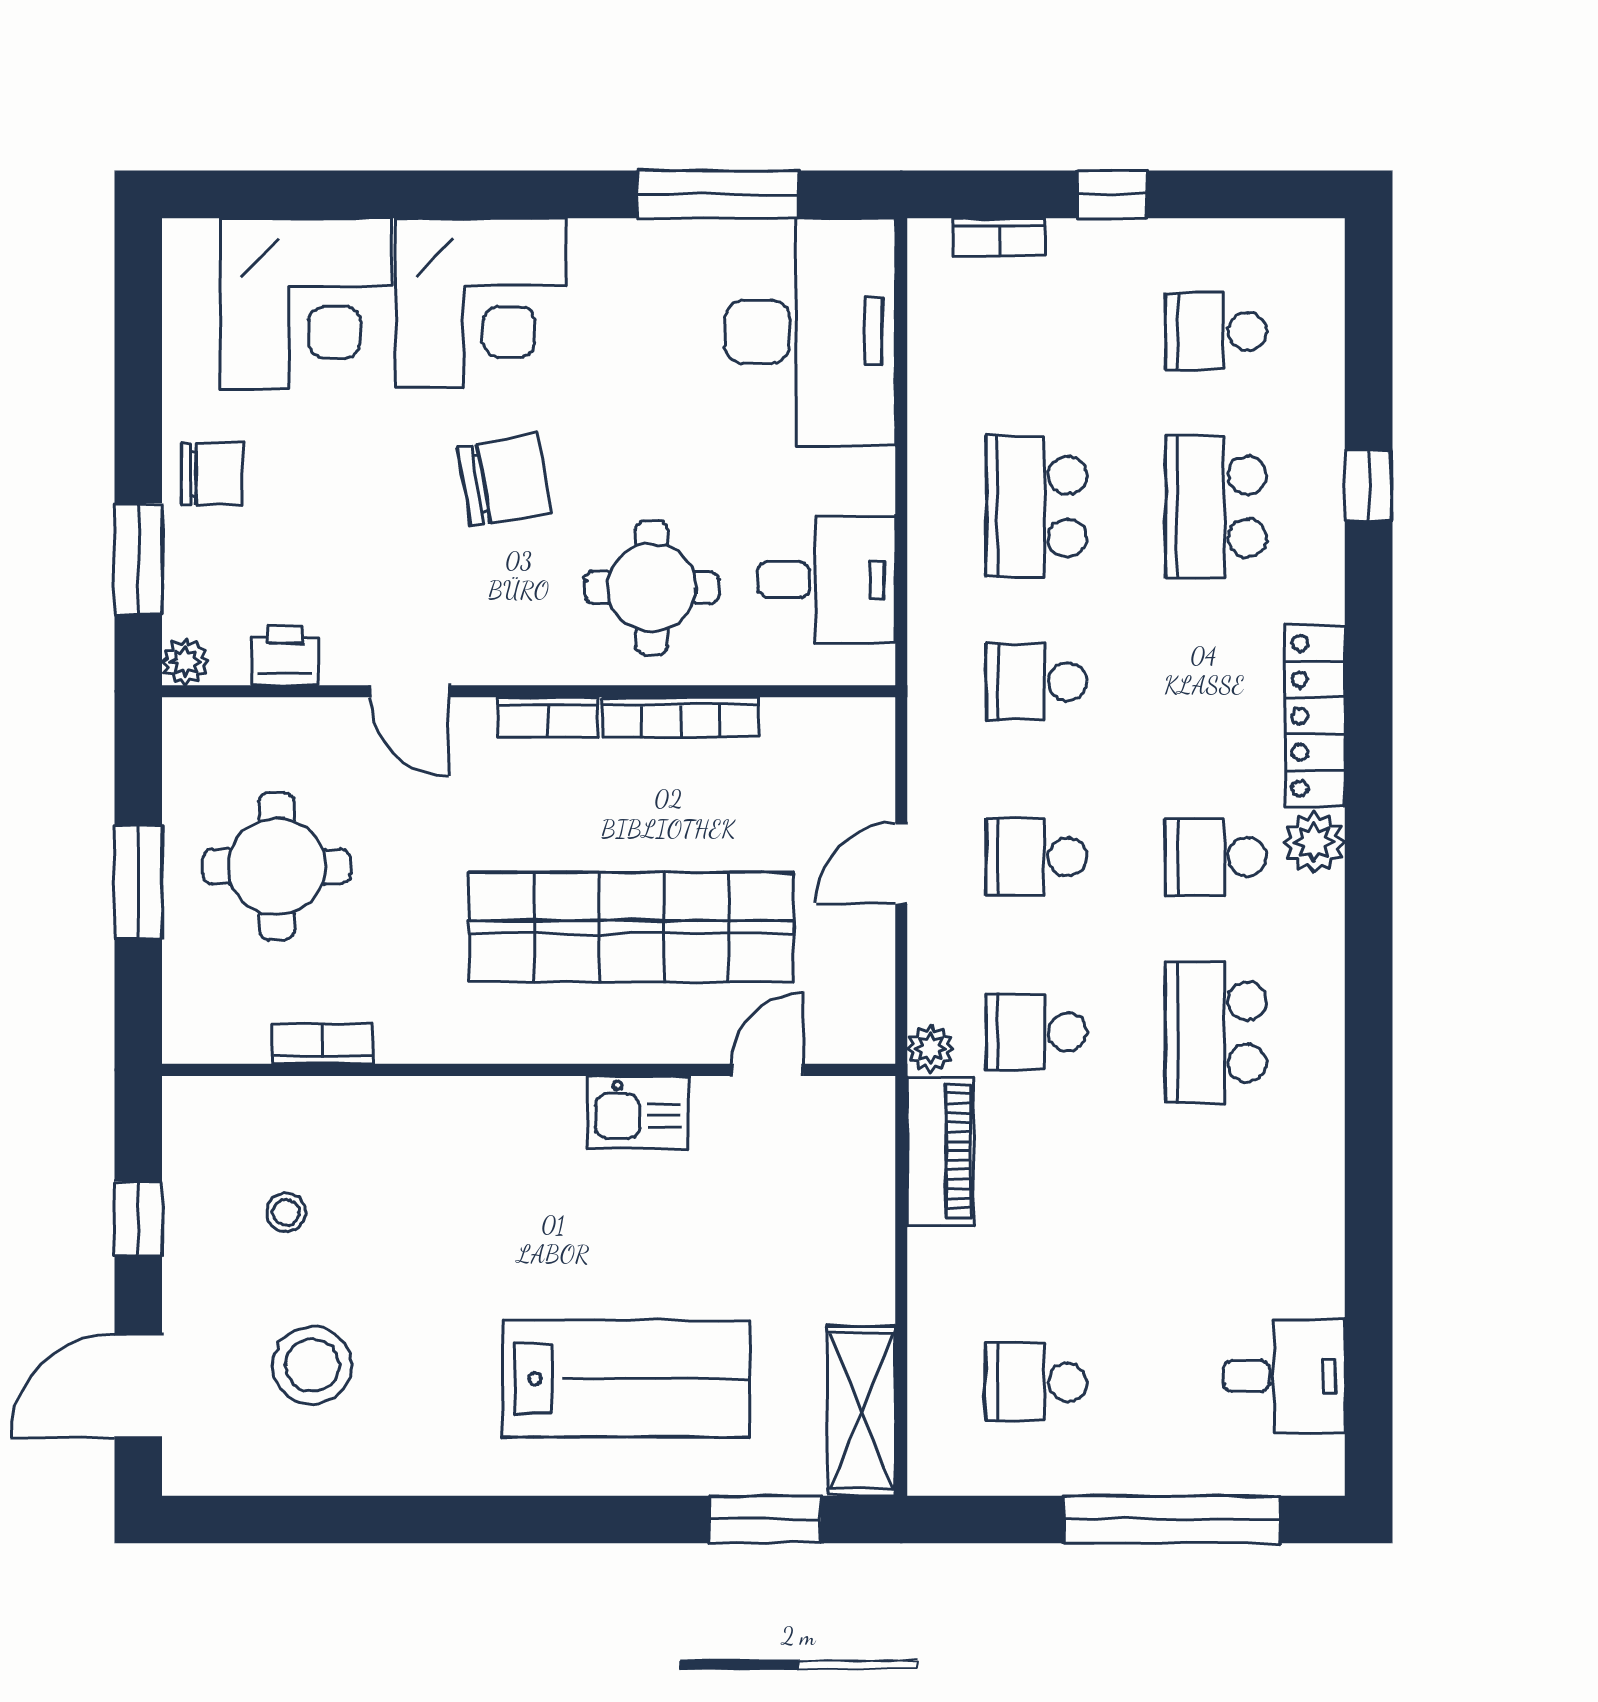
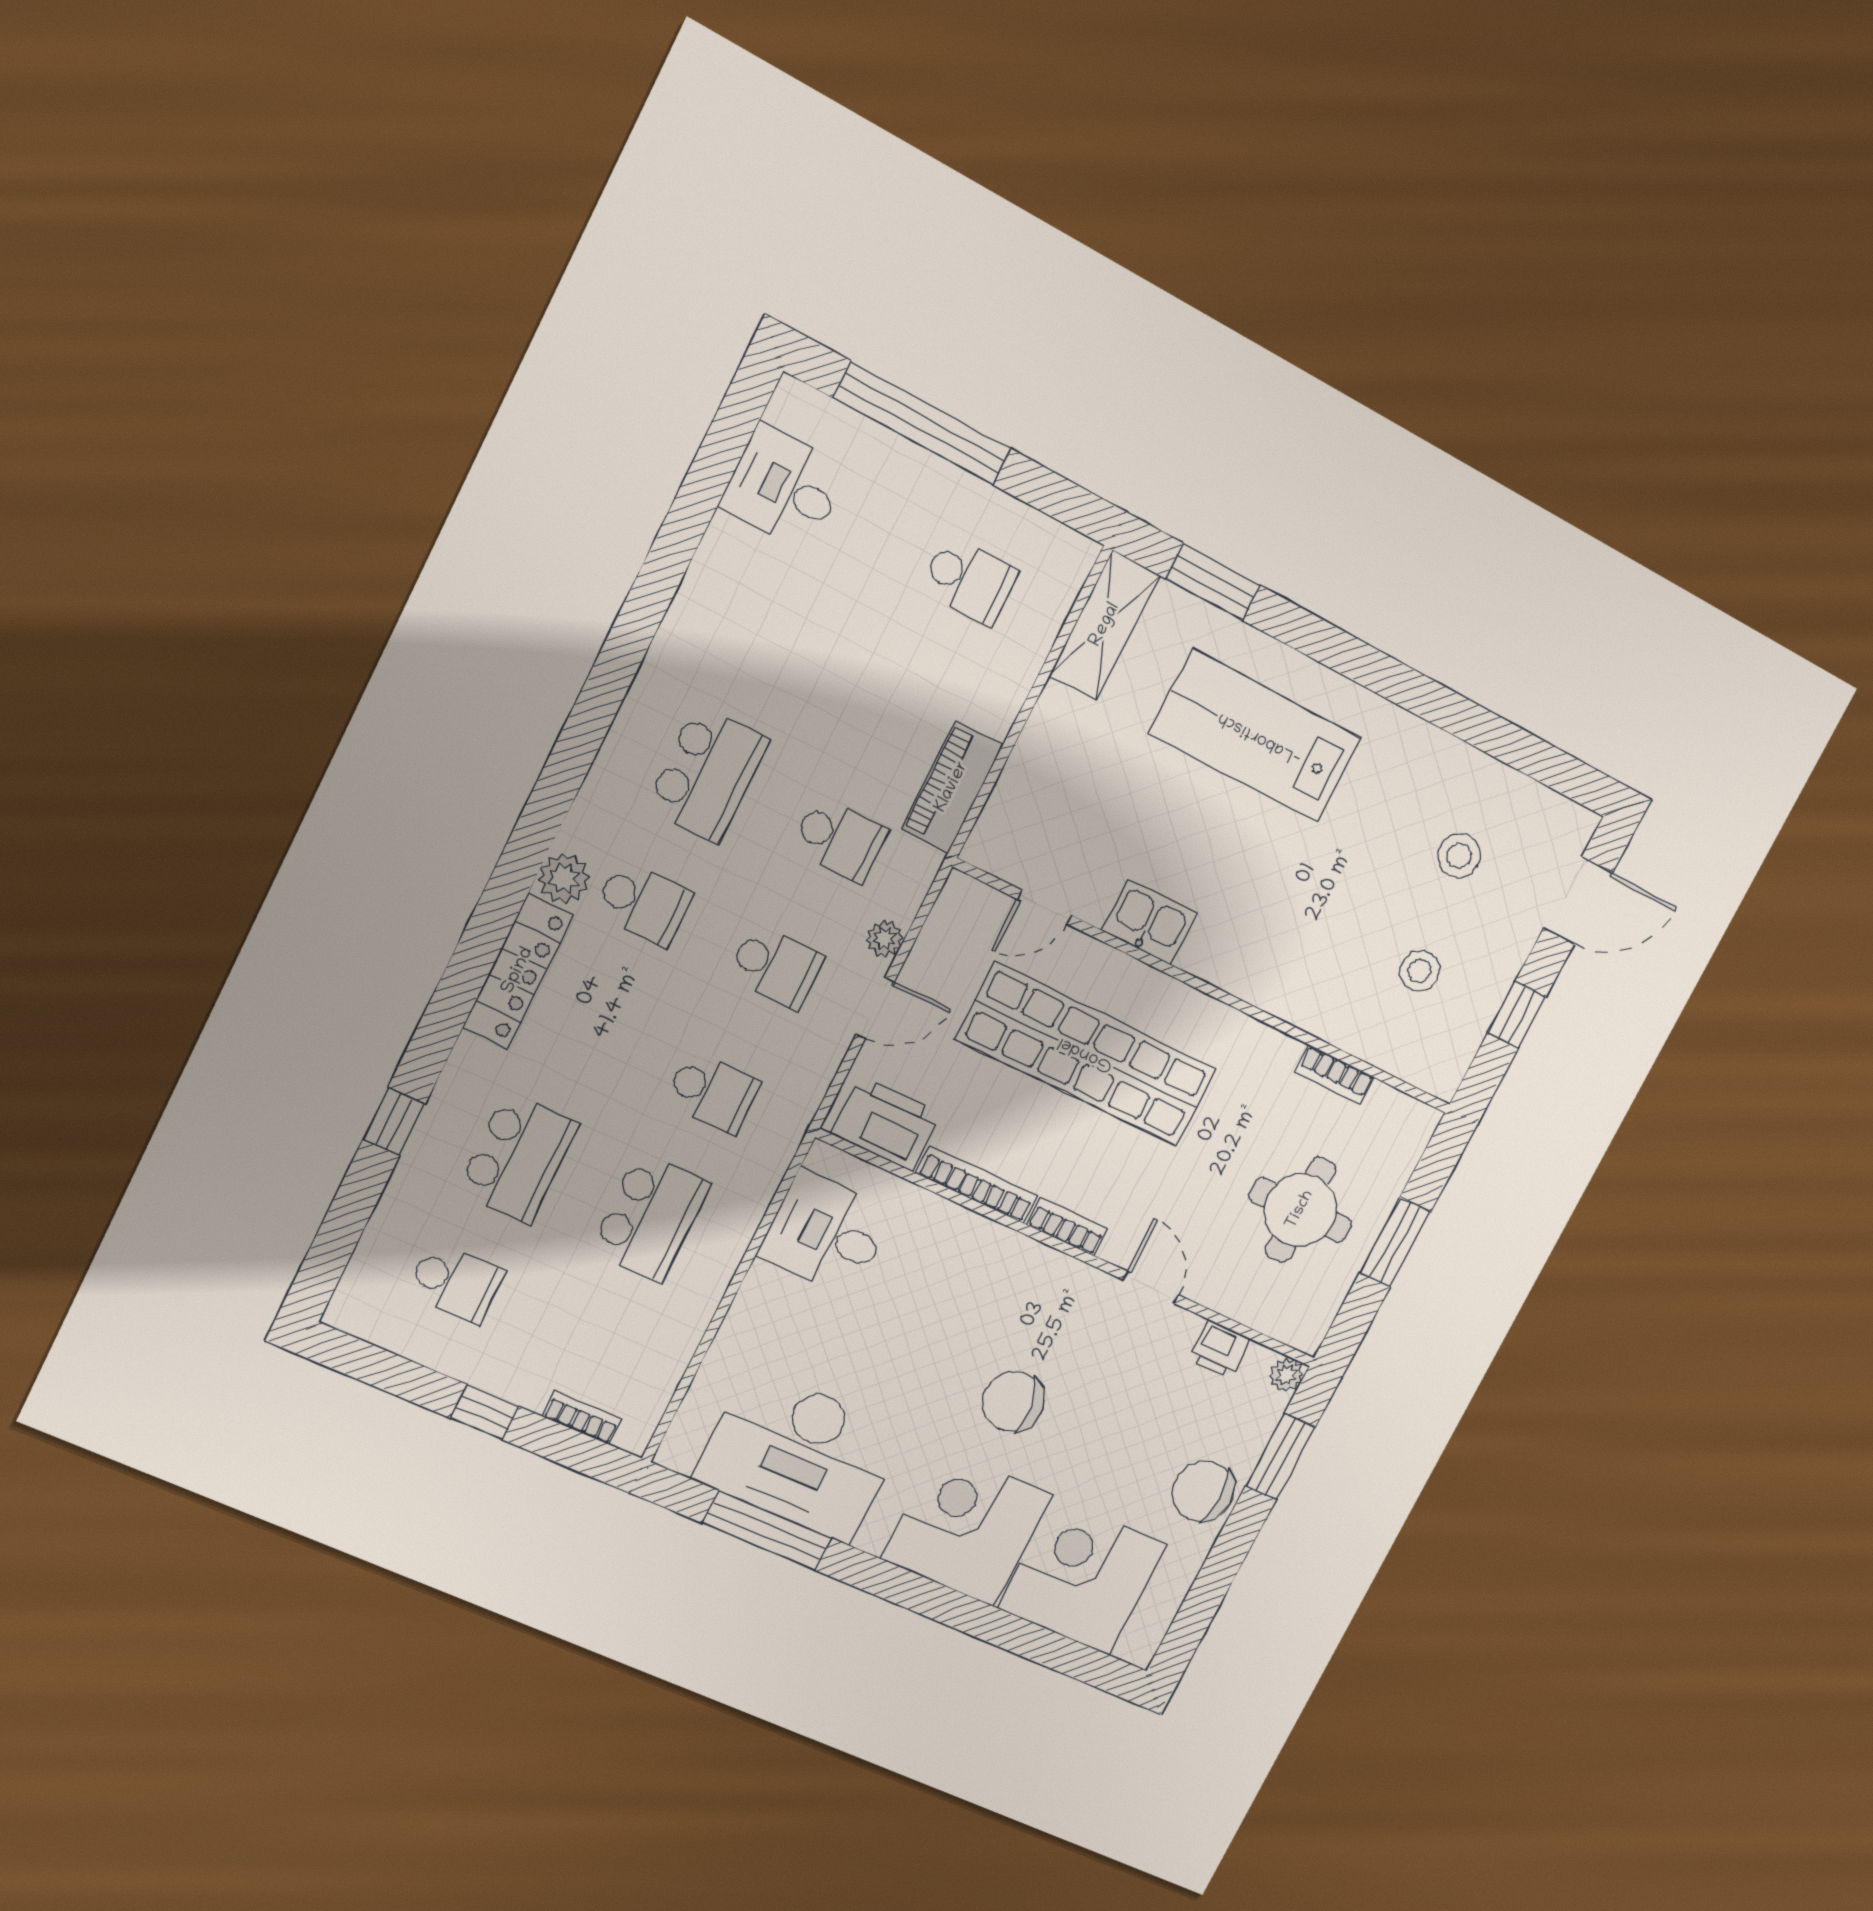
desk: (810, 332) -> (800, 1455), moved, turned -90
chair: (212, 473) -> (1203, 1491), width x1.37, depth x1.37
round table: (652, 588) -> (951, 1283), removed
printer: (822, 739) -> (887, 1124), added
plant: (930, 1049) -> (884, 939), moved
stool: (286, 1212) -> (1420, 971), width x1.37, depth x1.37
stool: (312, 1365) -> (1459, 856), width x0.73, depth x0.73

